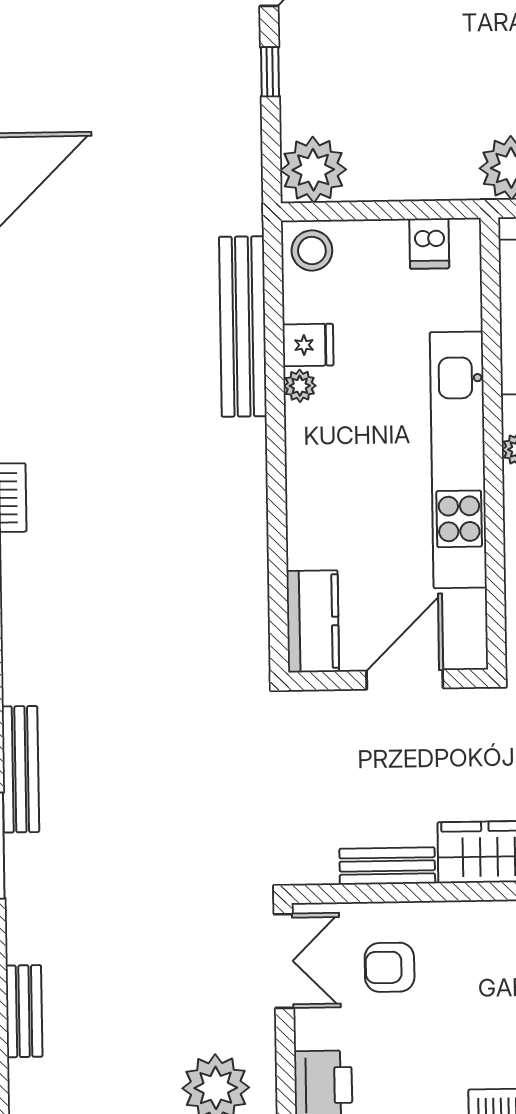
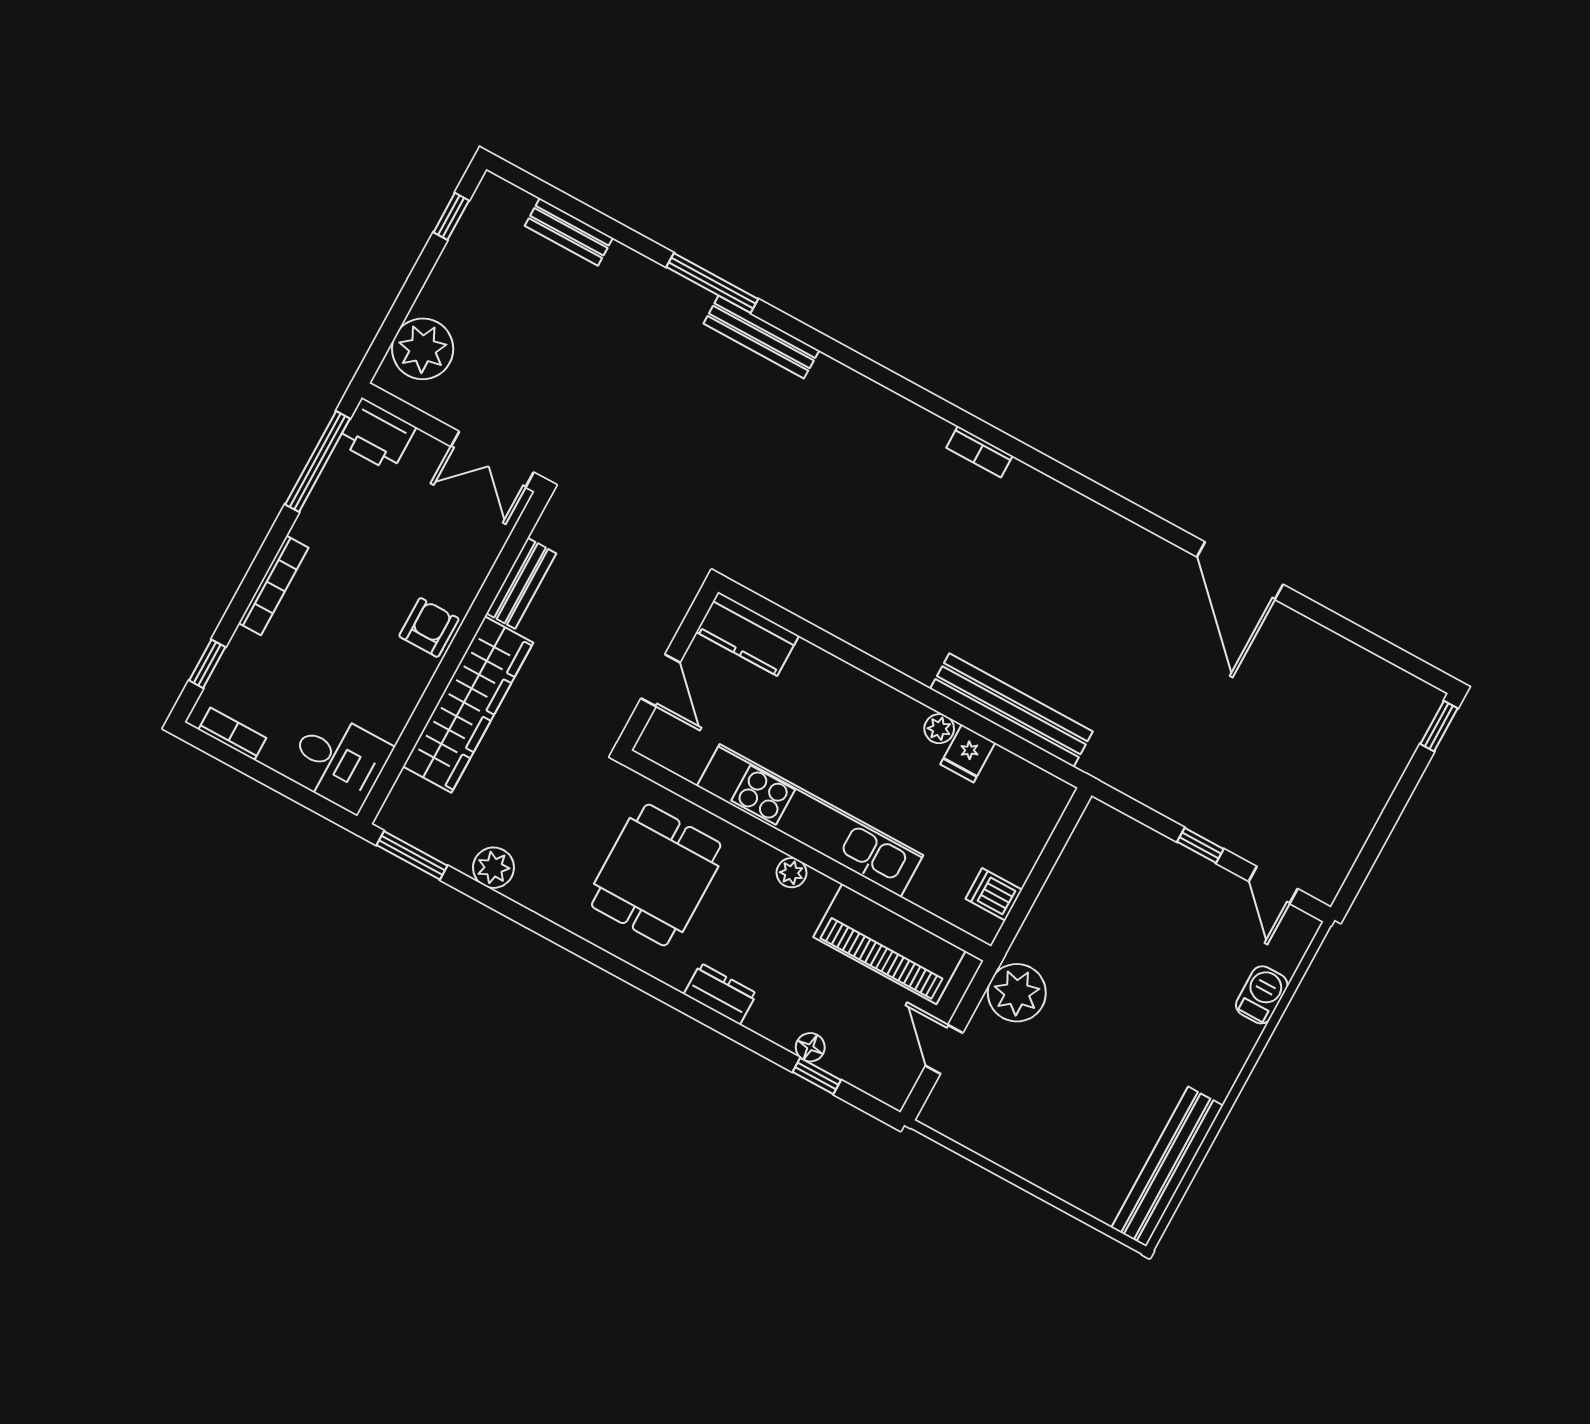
plant: (313, 170) -> (1104, 836), removed
stool: (312, 251) -> (1041, 799), removed
door: (405, 680) -> (660, 680), width x0.73
armchair: (390, 967) -> (429, 627), moved

